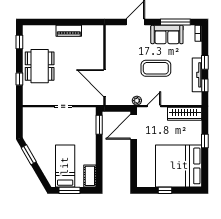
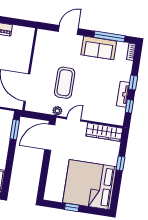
coffee table: (156, 68) -> (65, 83), moved, turned 90
tv unit: (197, 75) -> (123, 94), width x0.71

